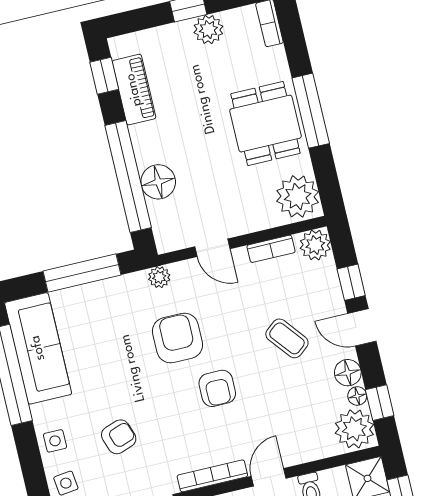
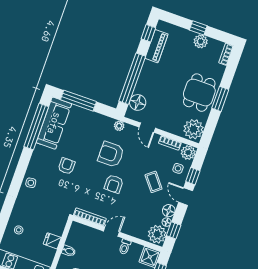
window: (311, 111) -> (220, 99), width x0.69
floor lamp: (158, 182) -> (138, 102), moved
window: (82, 273) -> (78, 101), moved
armchair: (178, 338) -> (111, 154), turned -90
armchair: (119, 437) -> (67, 166), moved, turned -71
side table: (55, 441) -> (178, 168), moved

